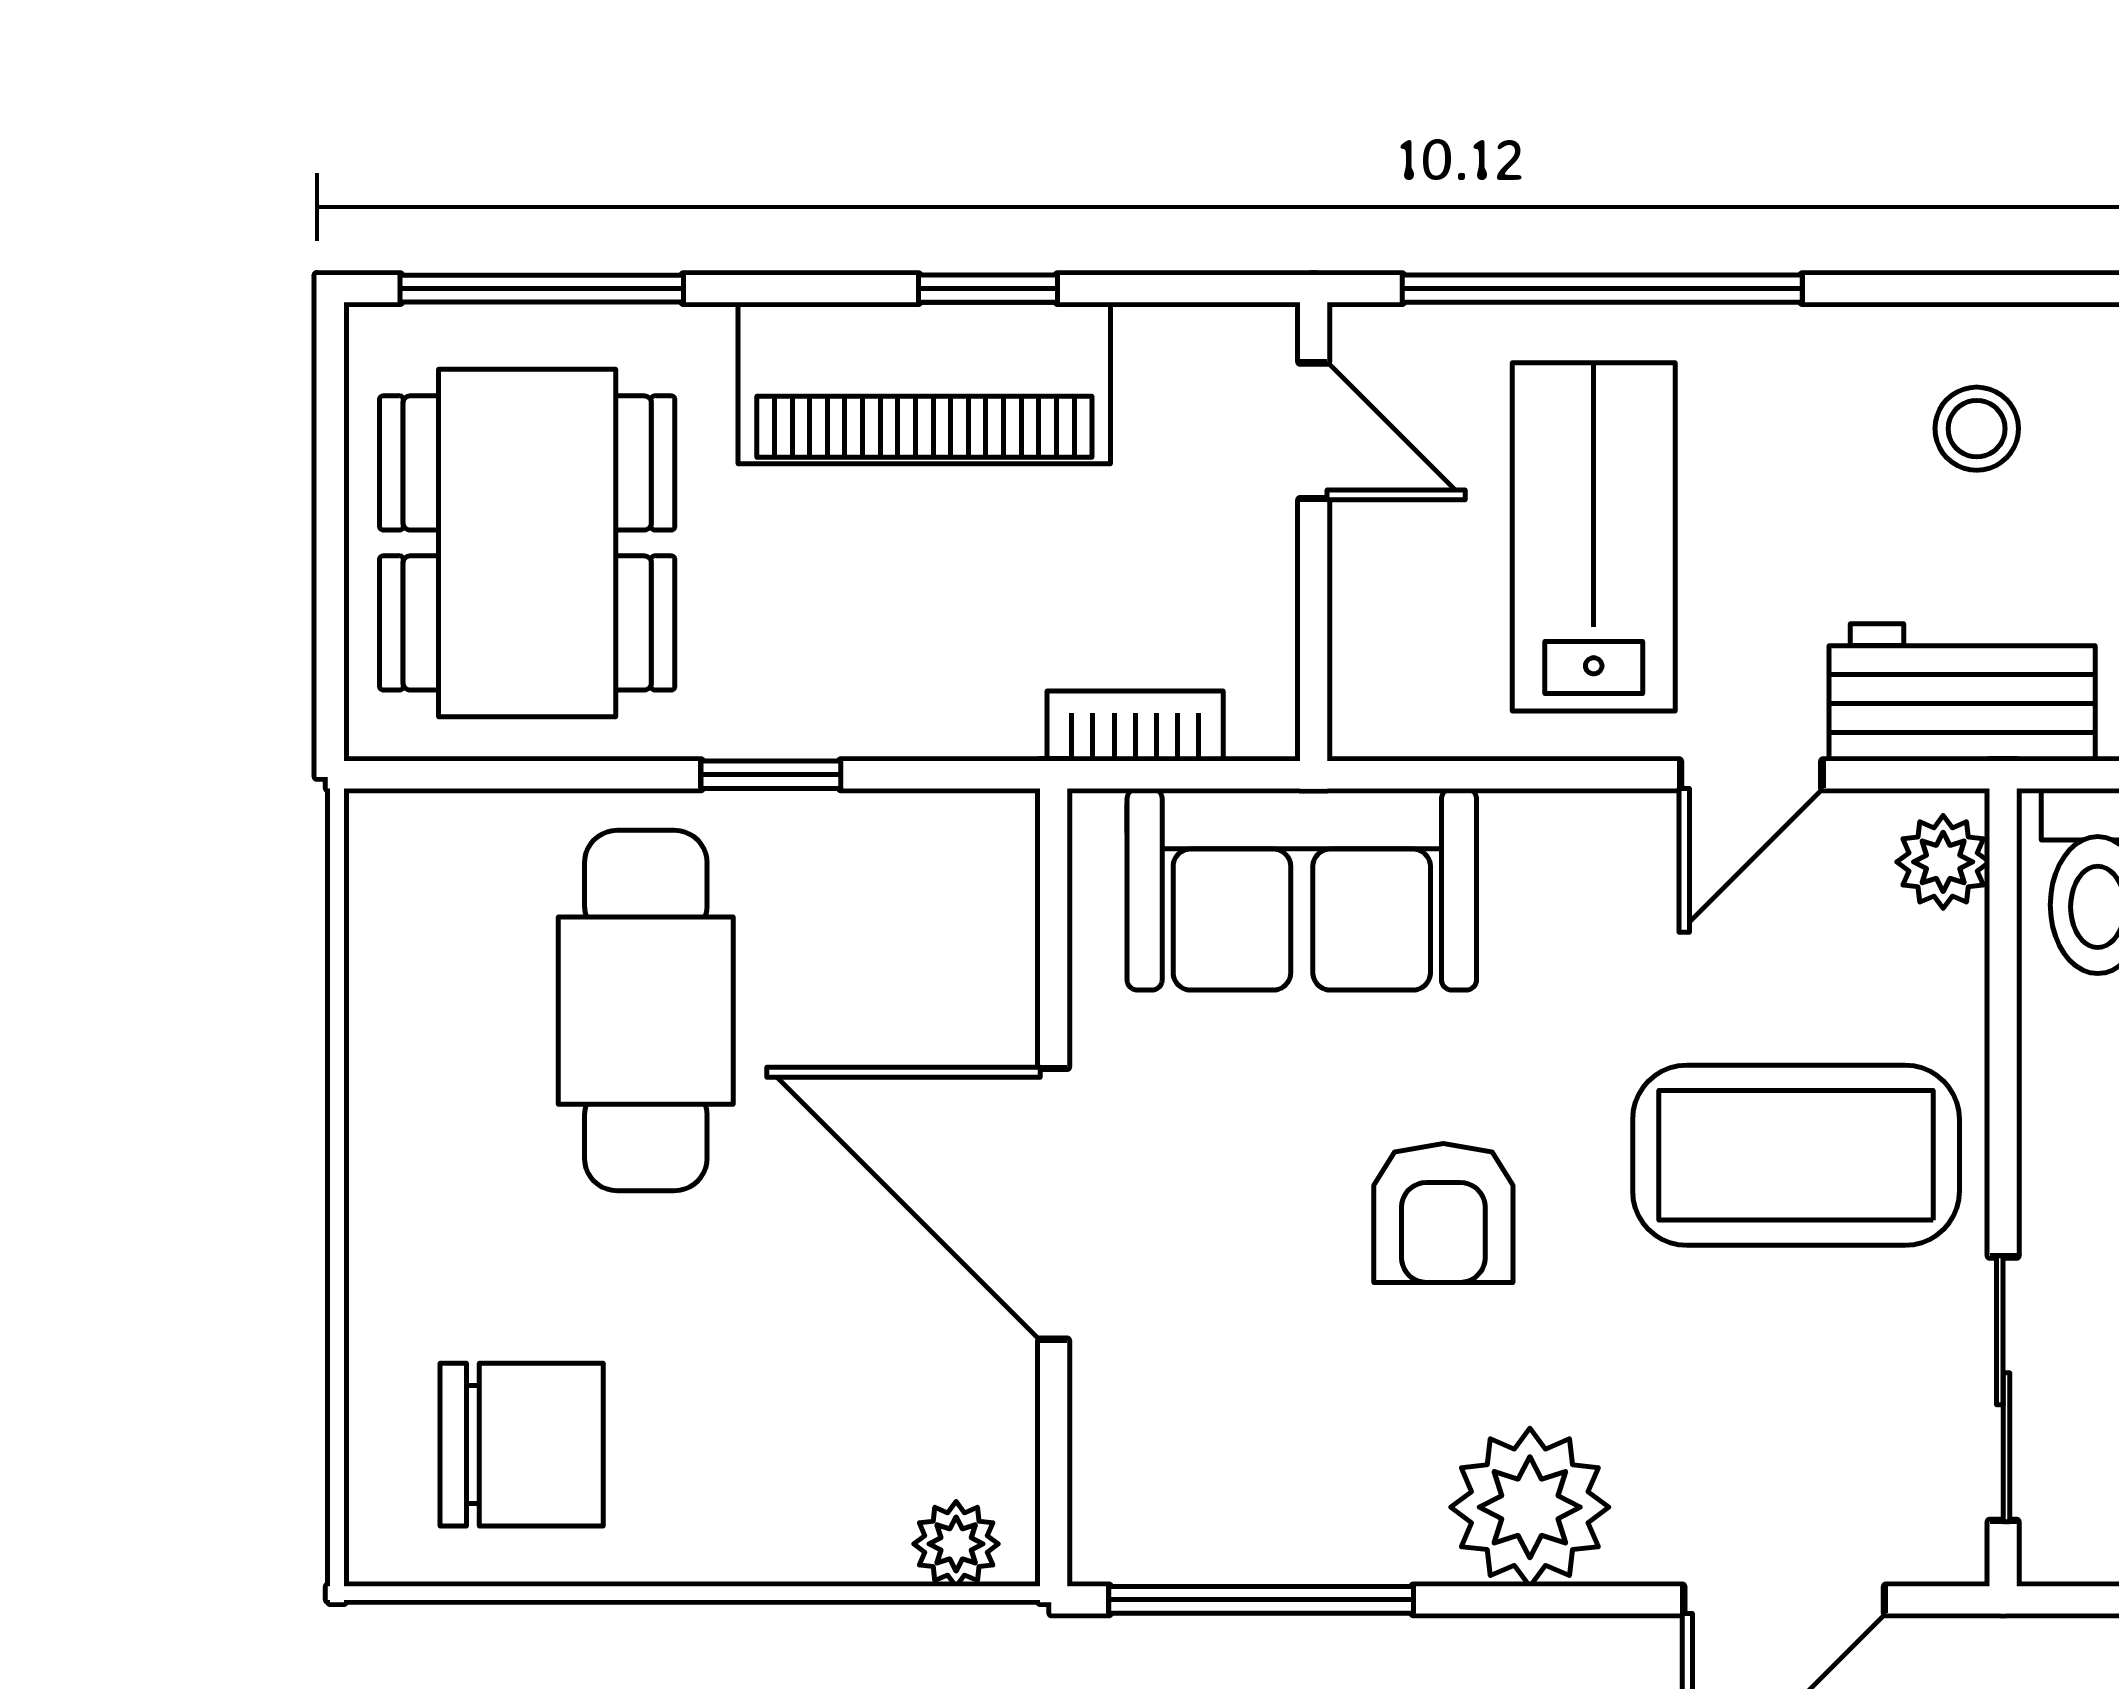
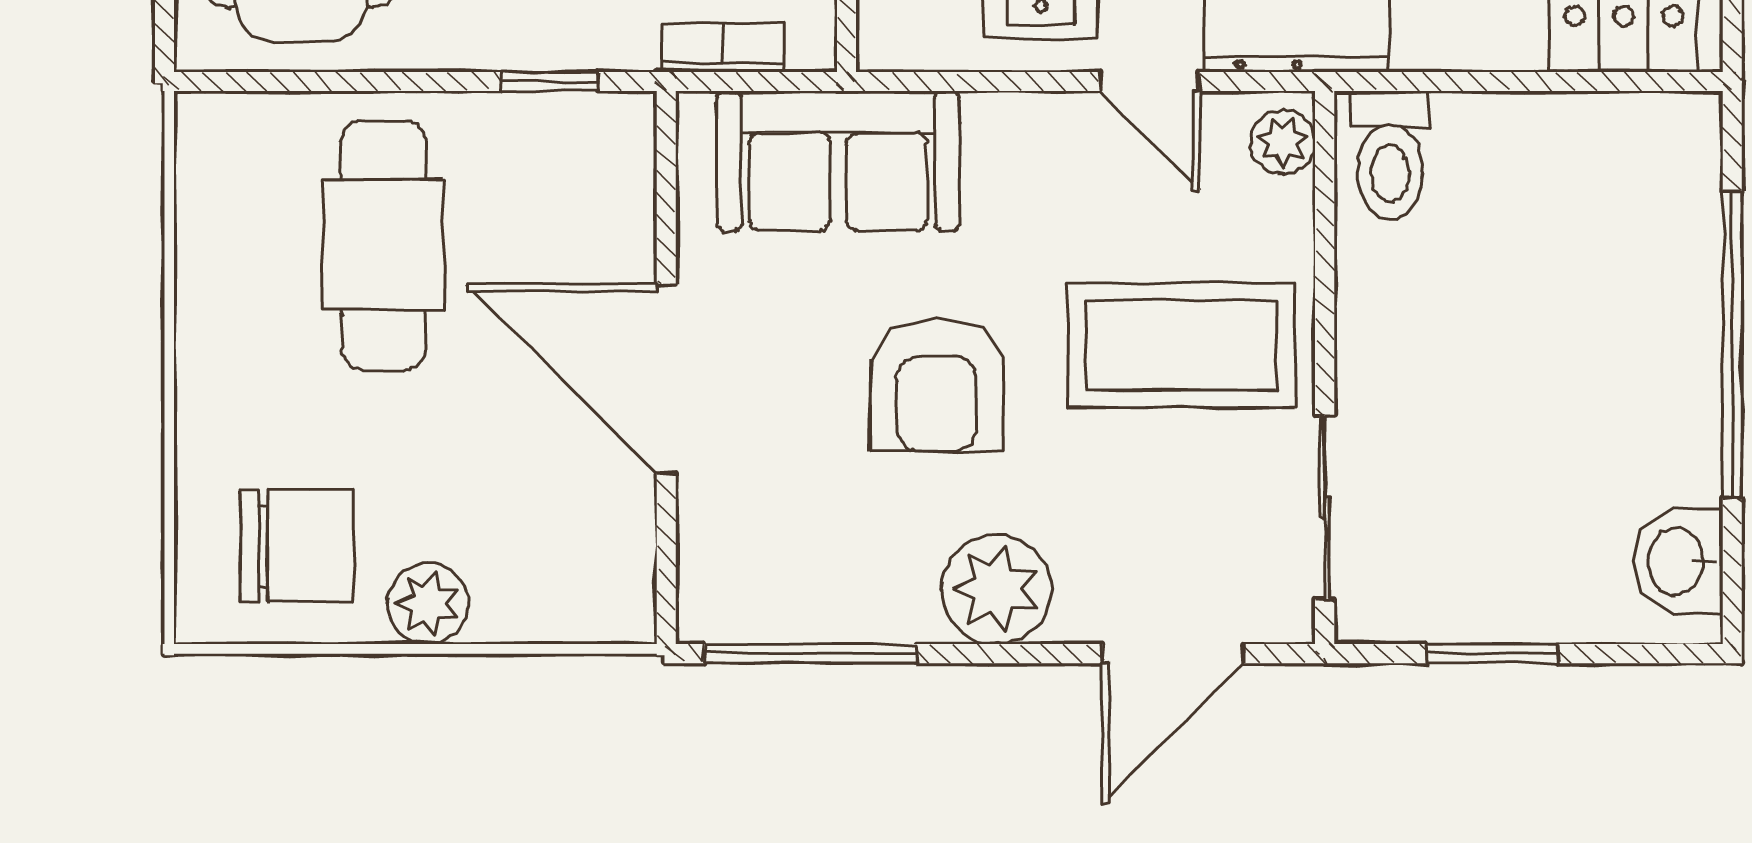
window: (771, 775) -> (550, 81), moved
door: (1751, 775) -> (1150, 81), hinge flipped
armchair: (1443, 1213) -> (936, 385), width x1.38, depth x1.38
plant: (956, 1544) -> (428, 604), moved, width x1.38, depth x1.38

